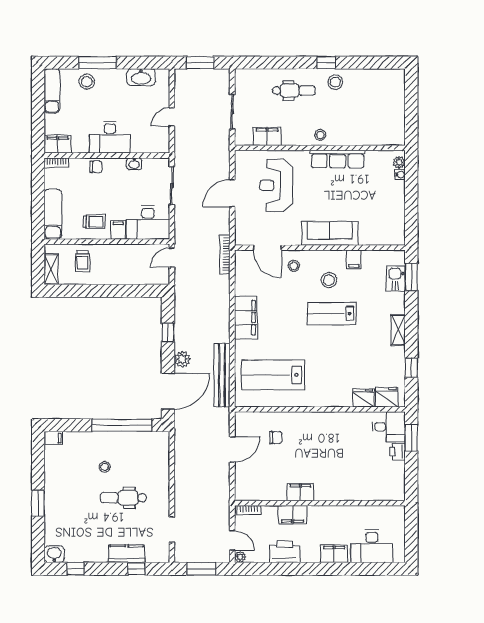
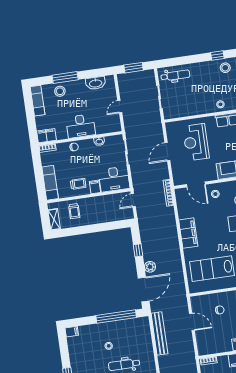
dental chair: (294, 90) -> (175, 75), moved
filing cabinet: (267, 136) -> (185, 110), removed
bench: (222, 375) -> (159, 333), moved
door: (232, 449) -> (192, 322), hinge flipped

